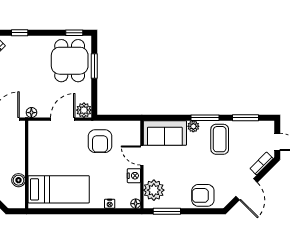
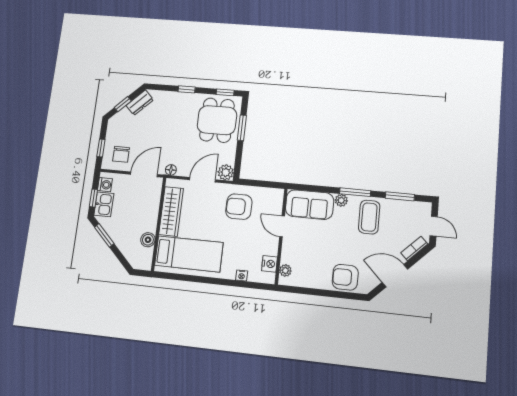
window: (20, 33) -> (187, 89), moved
armchair: (100, 141) -> (239, 207), turned 90
wardrobe: (37, 152) -> (171, 211), added
nightstand: (134, 176) -> (269, 264), moved
door: (246, 189) -> (395, 276), swing flipped
plant: (154, 190) -> (285, 270), width x0.53, depth x0.53
floor lamp: (136, 204) -> (270, 278), removed
window: (167, 211) -> (303, 291), removed

